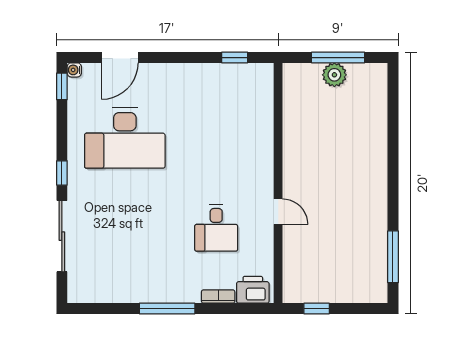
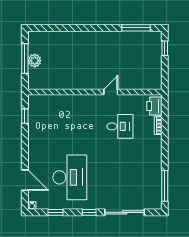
window: (62, 86) -> (56, 212), moved
window: (167, 308) -> (165, 186), moved
window: (317, 308) -> (165, 48), moved

